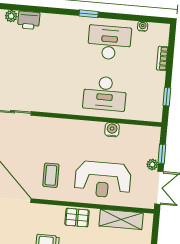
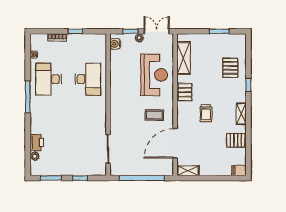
window: (89, 14) -> (28, 97), width x2.17
window: (167, 97) -> (75, 31), moved
water cooler: (112, 130) -> (115, 44), moved

